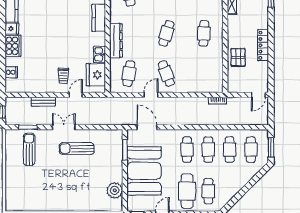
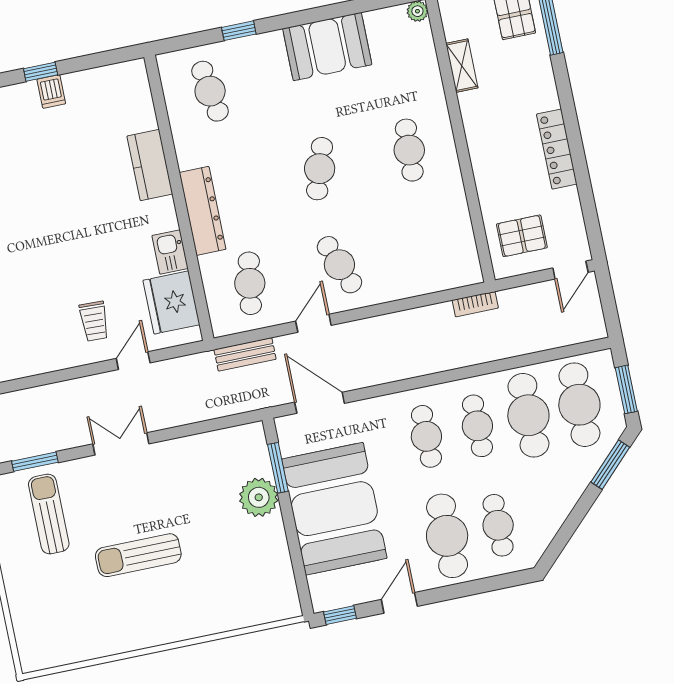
pallet: (238, 57) -> (522, 236), moved, turned 90
bench: (43, 102) -> (245, 354), moved
sun lounger: (77, 149) -> (138, 555), moved
cafe table: (230, 150) -> (528, 415), width x1.37, depth x1.35
cafe table: (251, 150) -> (579, 405), width x1.37, depth x1.35
window: (258, 176) -> (610, 465), added
plant: (115, 190) -> (259, 497), moved

